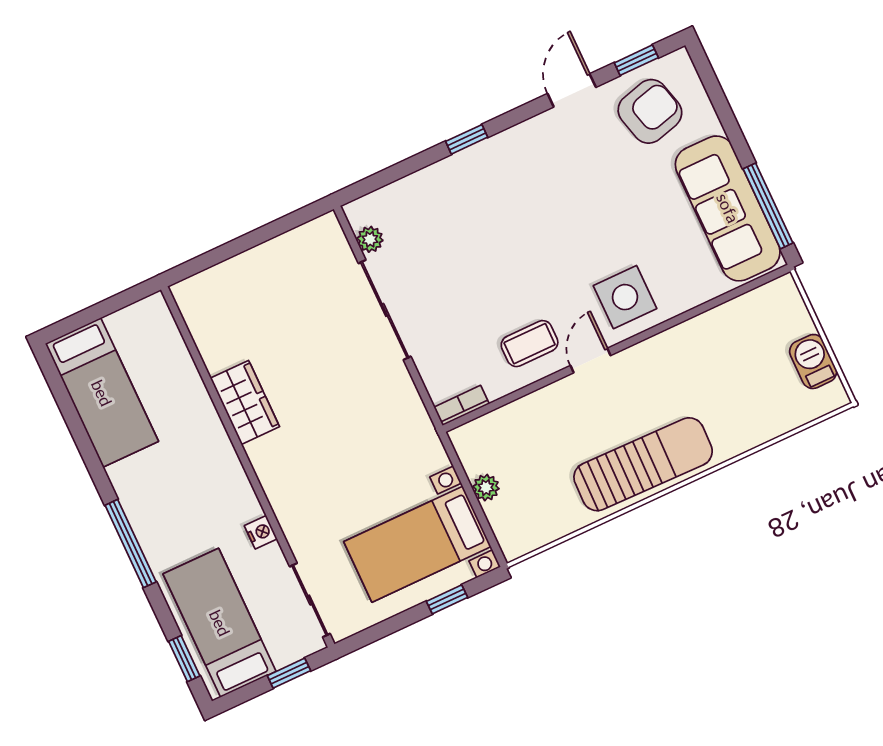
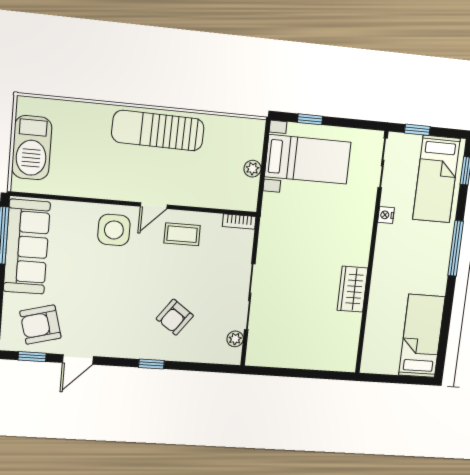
armchair: (473, 223) -> (175, 317), added
barbecue: (813, 362) -> (32, 148), width x1.88, depth x1.53

